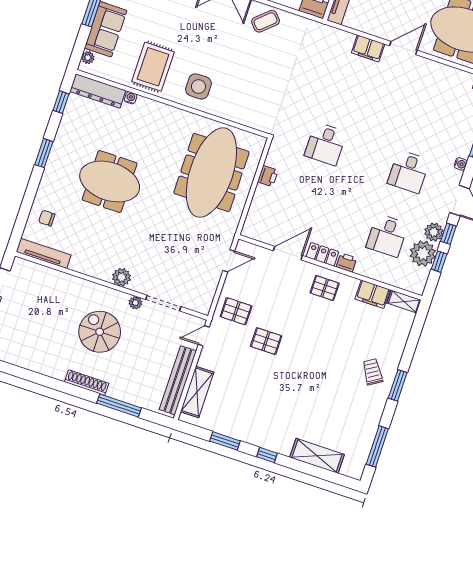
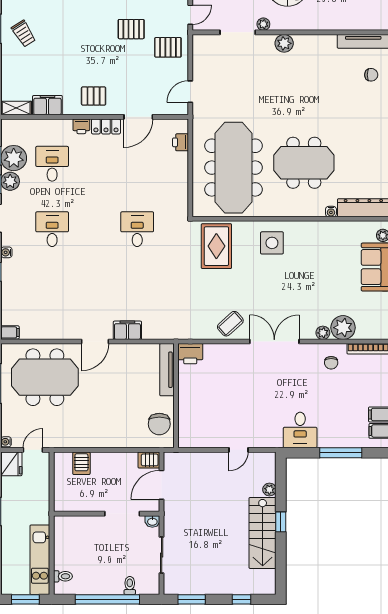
rug: (153, 67) -> (216, 246), moved
printer: (268, 176) -> (180, 142), moved
meeting table: (110, 181) -> (304, 163), moved

